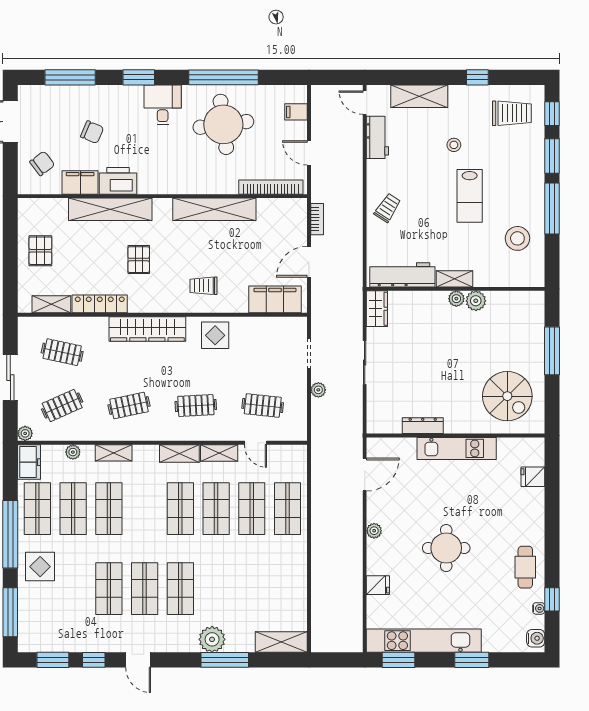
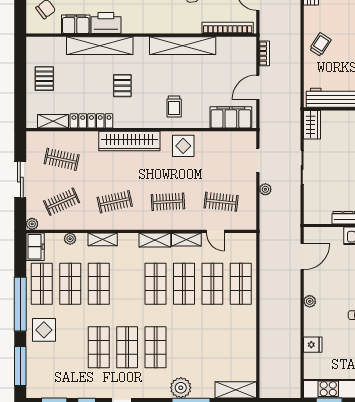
trolley: (204, 286) -> (174, 106), turned -90

